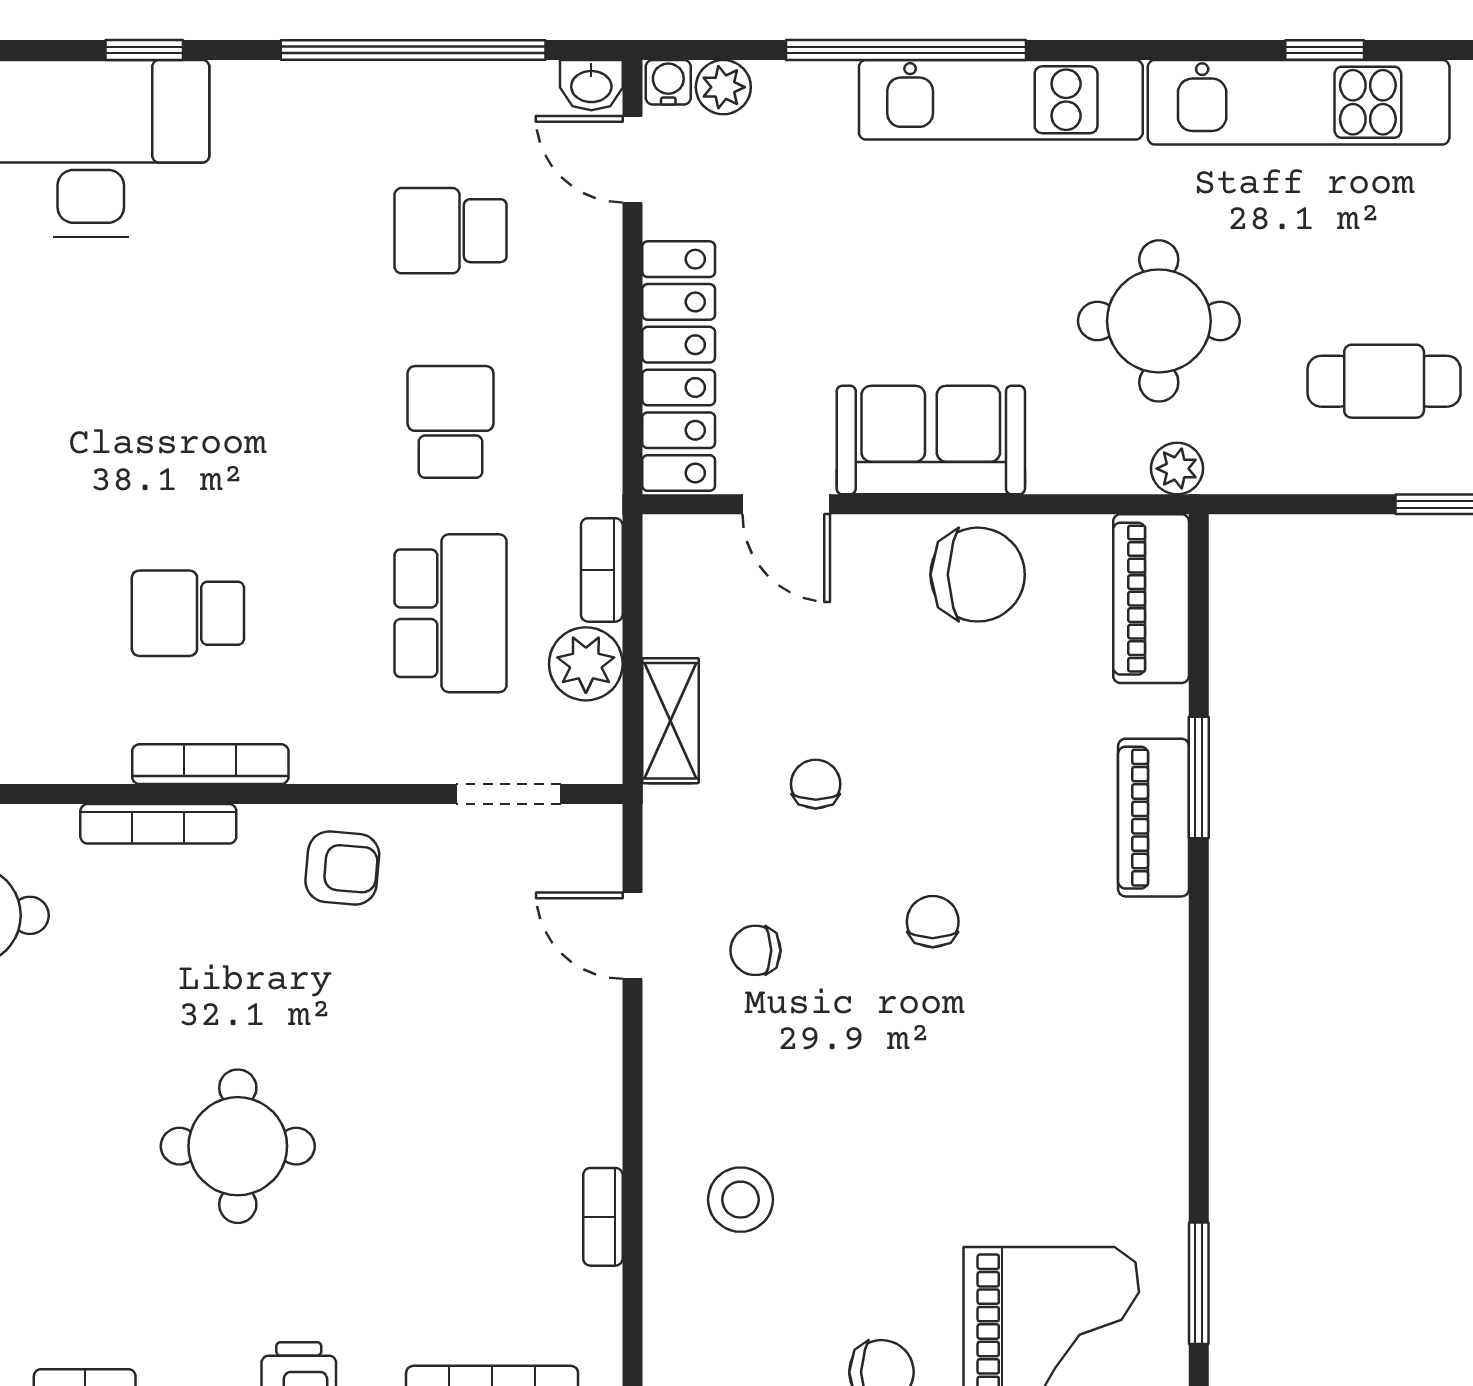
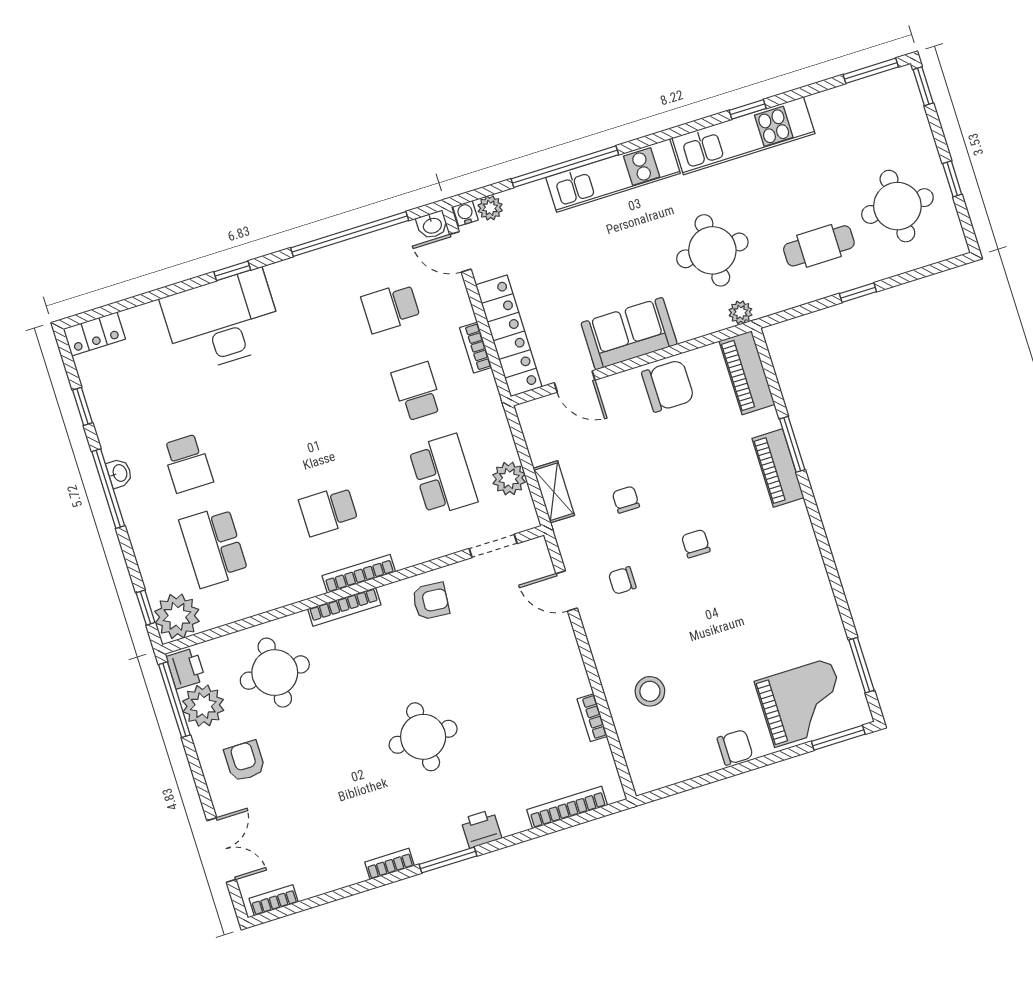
bookcase: (602, 570) -> (476, 348), moved

